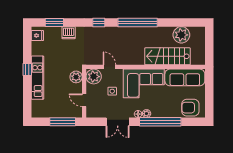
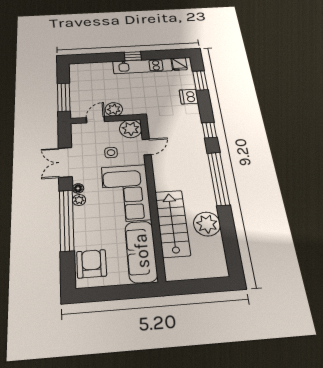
plant: (181, 35) -> (207, 224), moved
plant: (76, 77) -> (114, 109), moved
kitchen unit: (37, 78) -> (143, 66), moved

